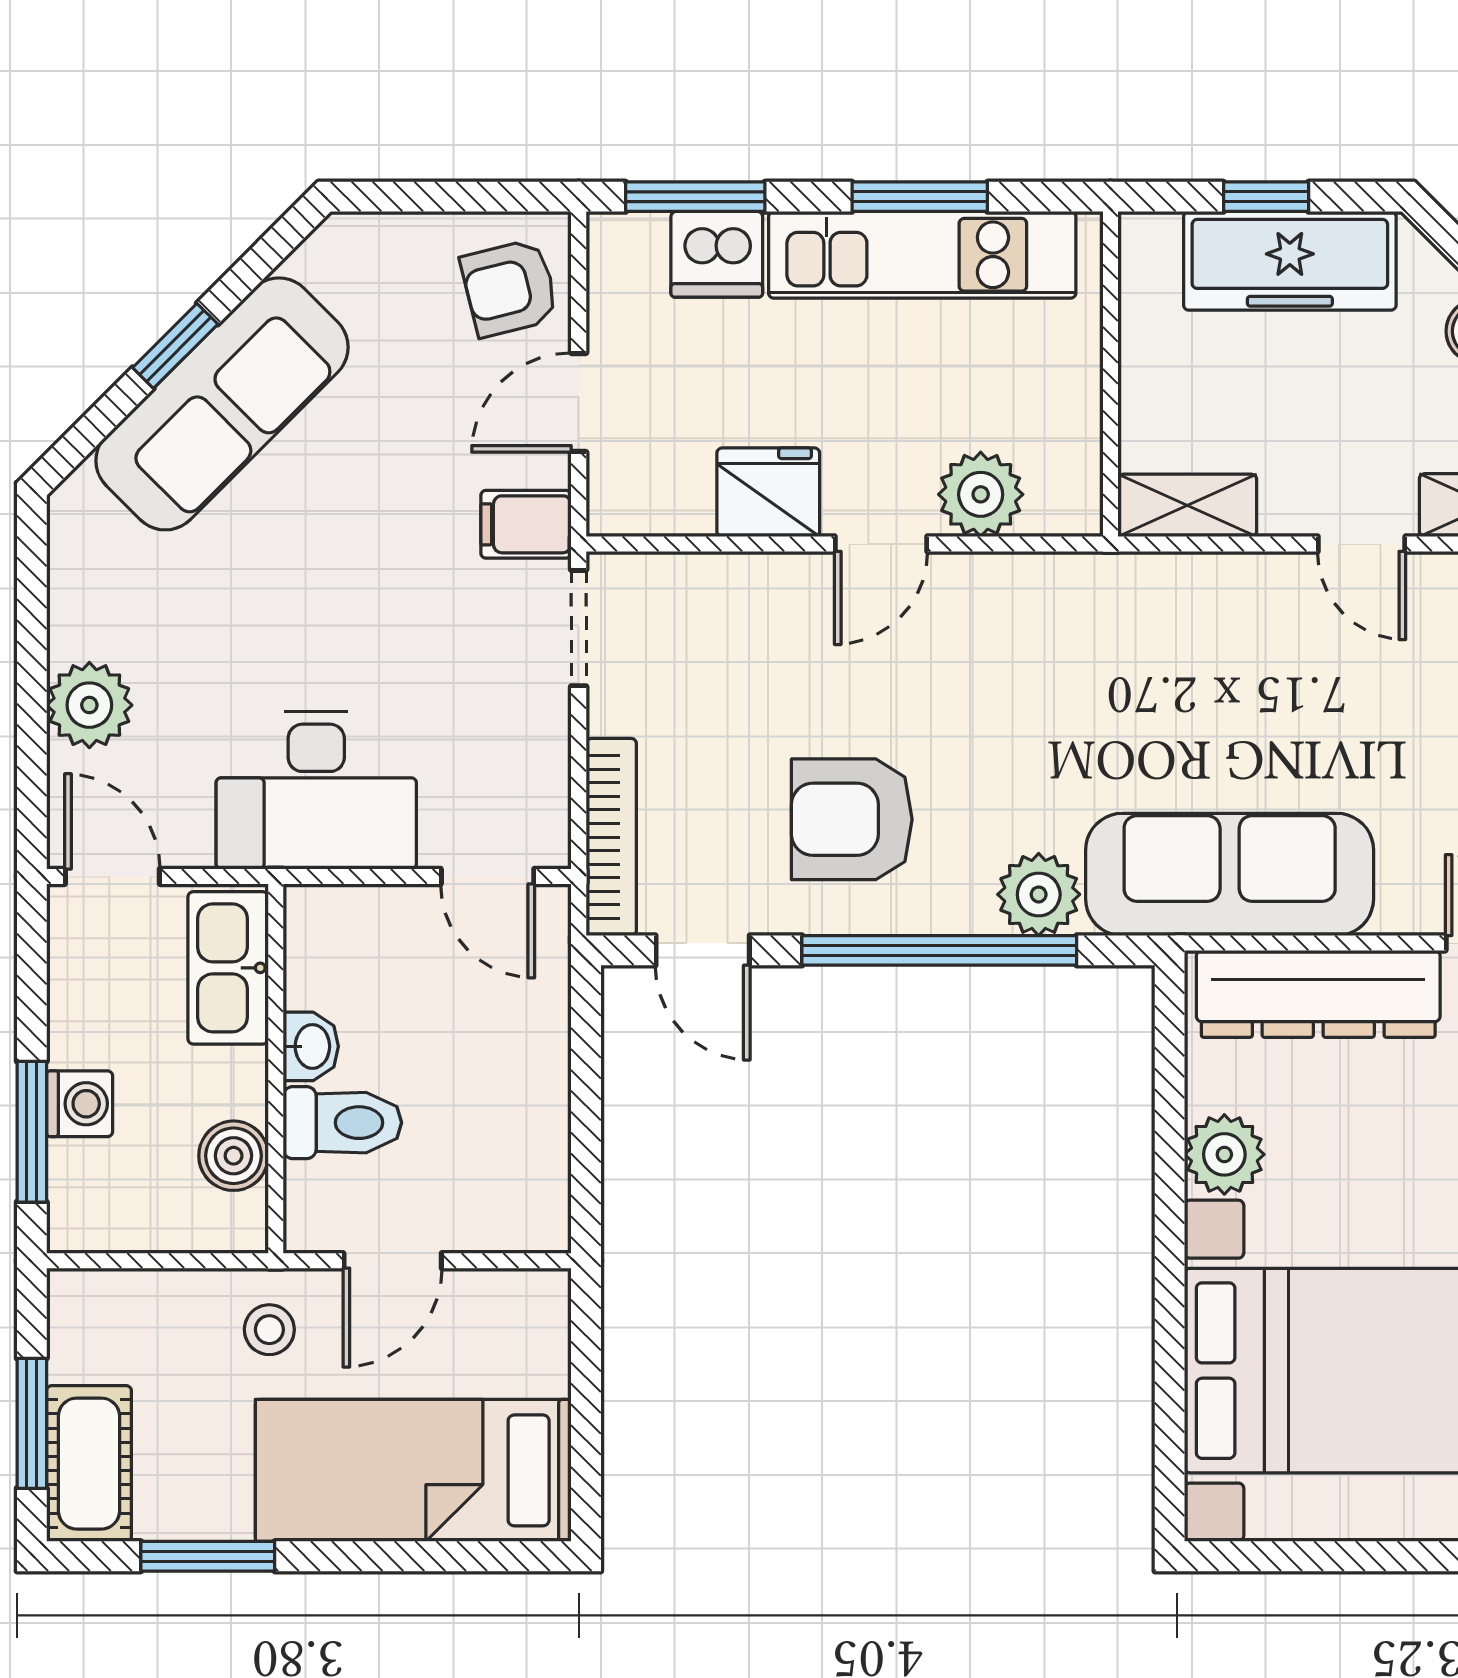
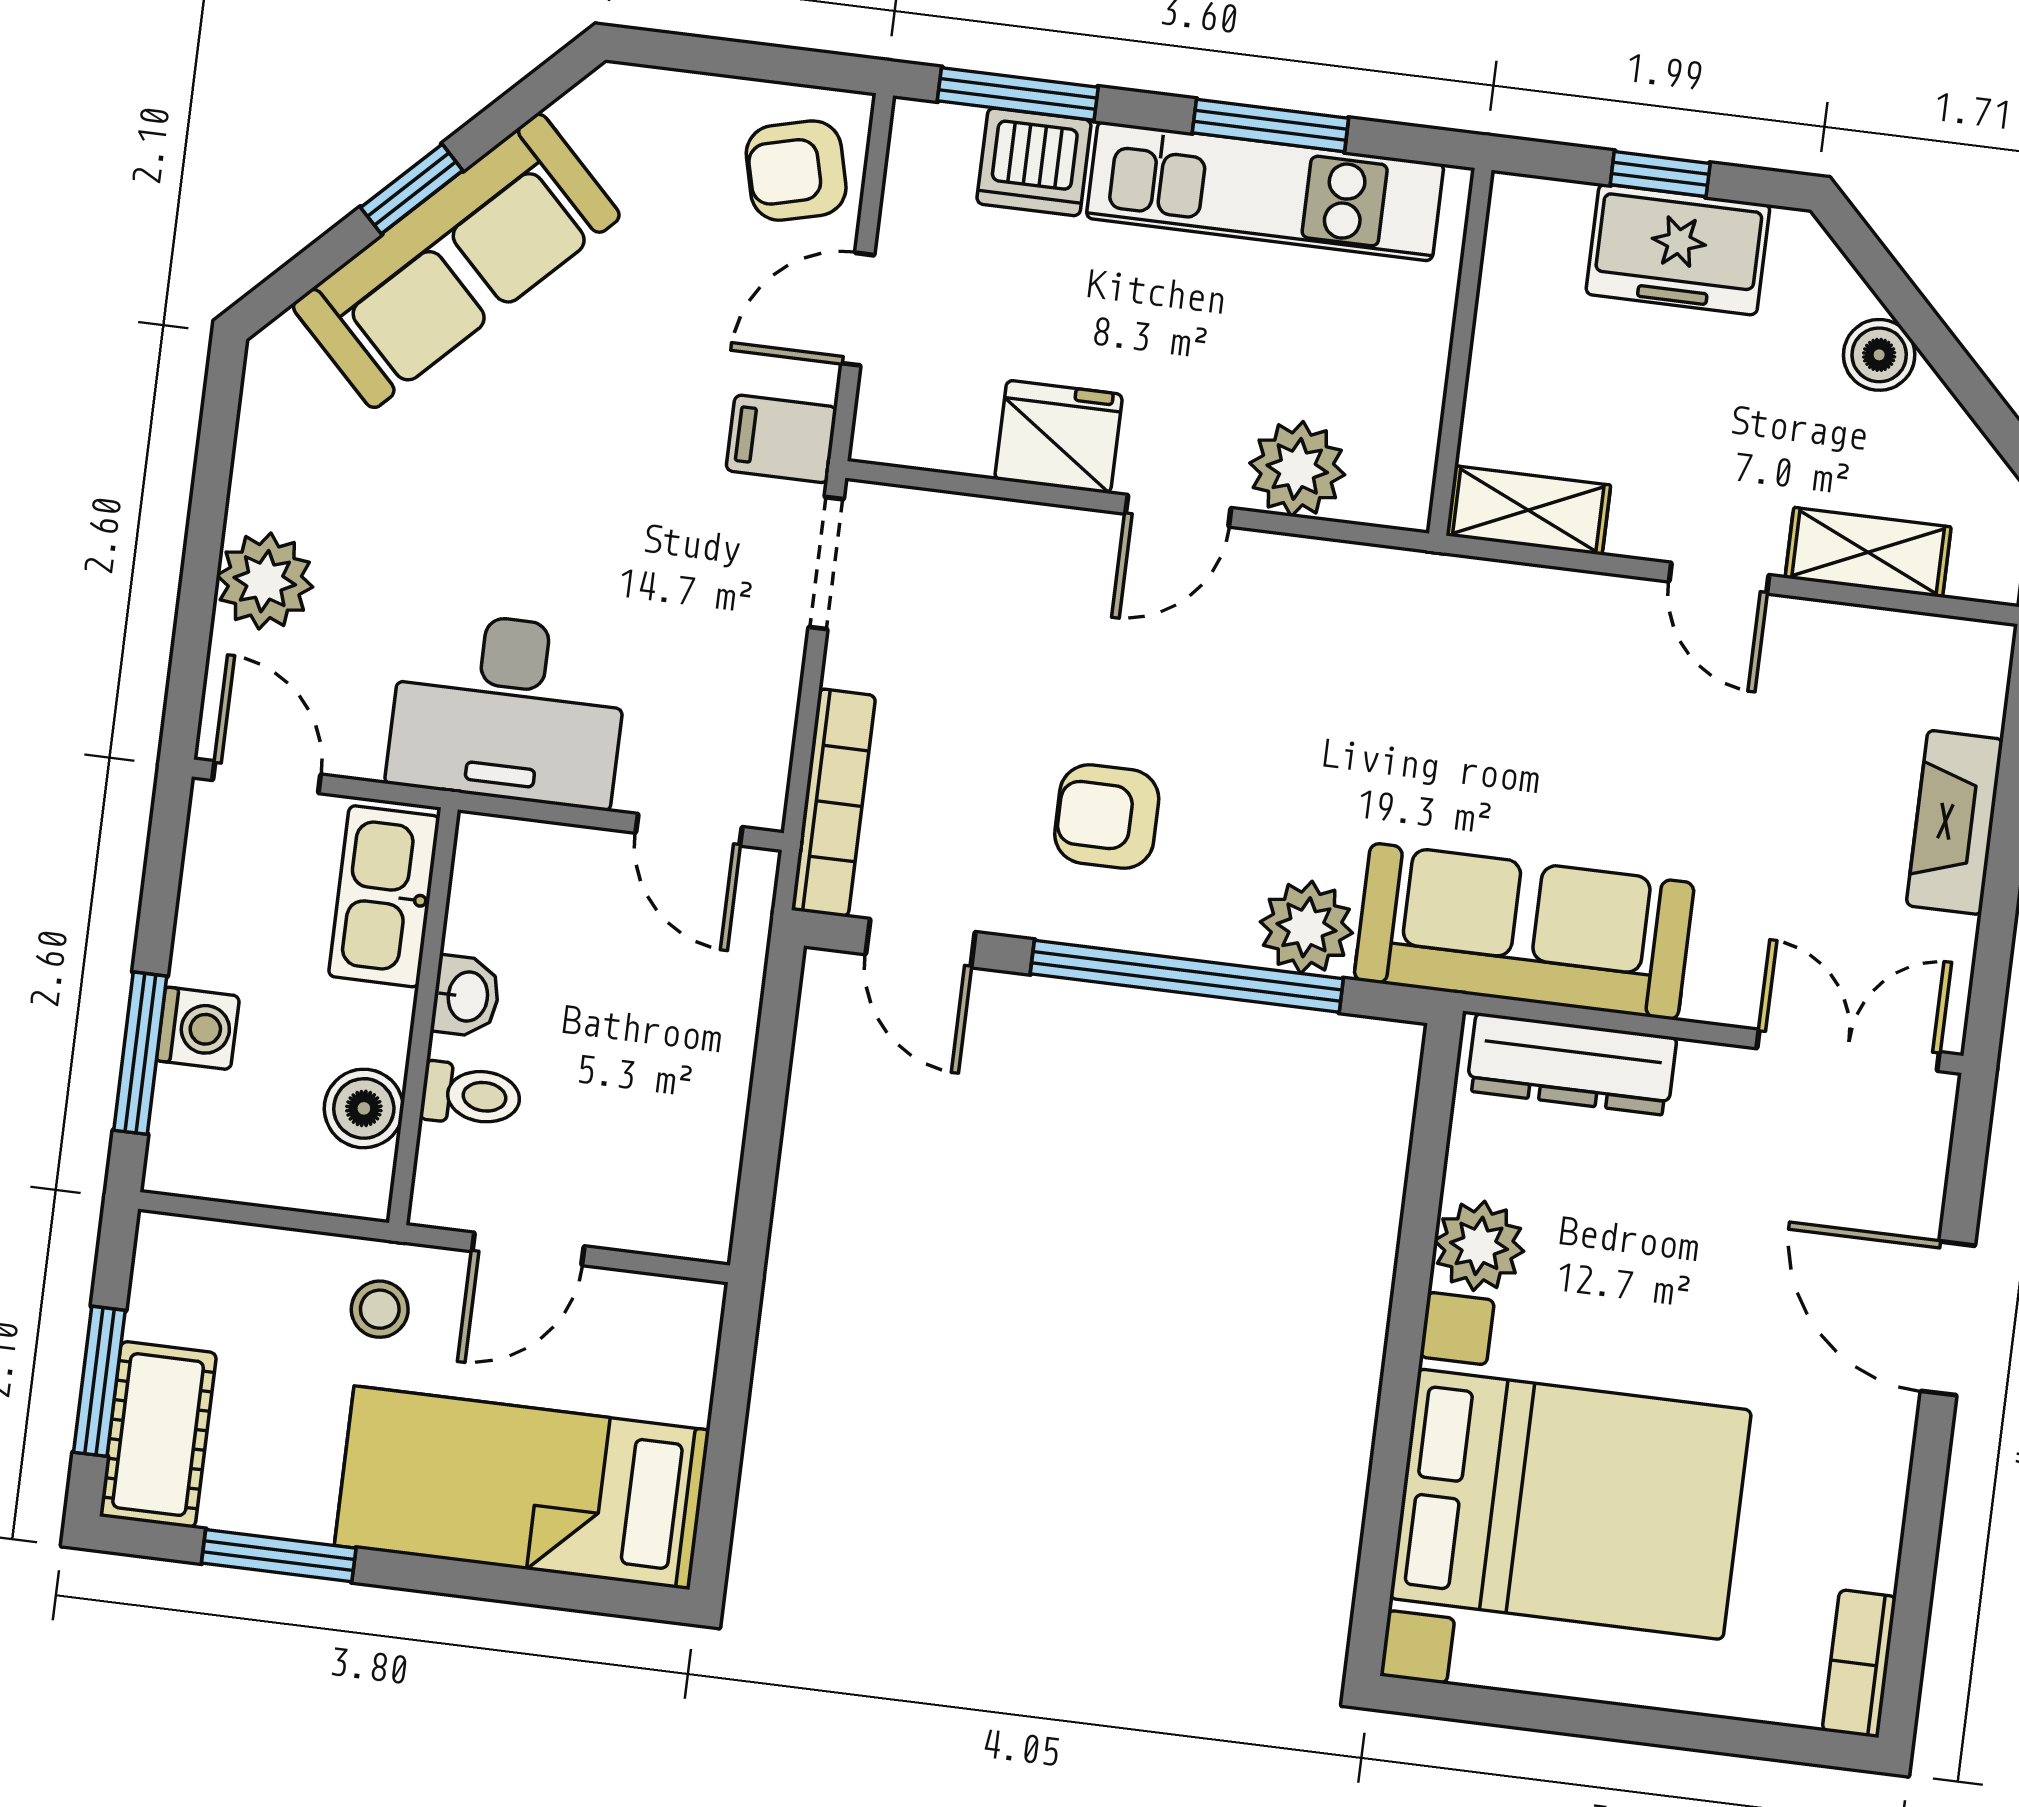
freezer: (1290, 261) -> (1678, 249), width x0.71
armchair: (852, 819) -> (1107, 816), width x0.72, depth x0.72
dresser: (1318, 994) -> (1572, 1064), width x0.73, depth x0.80
toilet: (342, 1123) -> (471, 1095), width x0.73, depth x0.72

